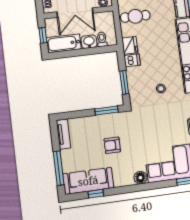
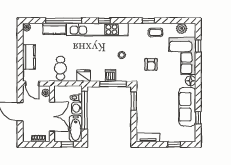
window: (88, 51) -> (85, 110), added
dishwasher: (132, 60) -> (111, 75), moved
window: (124, 82) -> (113, 84), width x1.44
armchair: (112, 145) -> (151, 64), moved
window: (59, 168) -> (174, 144), width x0.46
sofa: (88, 181) -> (187, 107), moved

